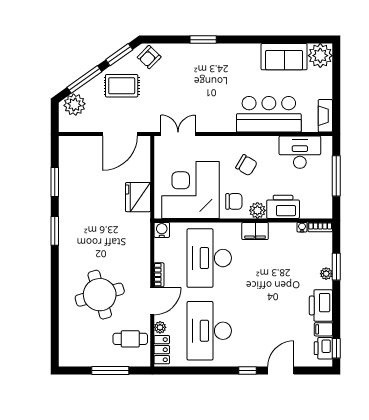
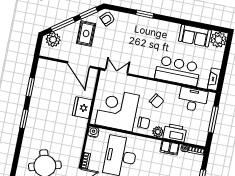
rug: (122, 86) -> (86, 33), turned 90
door: (120, 134) -> (79, 65), hinge flipped
filing cabinet: (255, 231) -> (170, 148), moved

